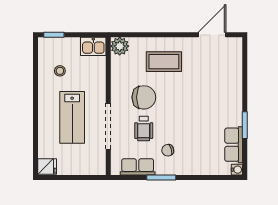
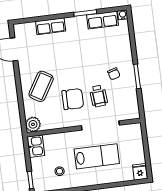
coffee table: (164, 62) -> (41, 86), turned 31
chair: (144, 97) -> (73, 99), turned 90
wheelchair: (144, 129) -> (98, 96), turned 85
row of seats: (138, 167) -> (51, 26), moved, turned -90

